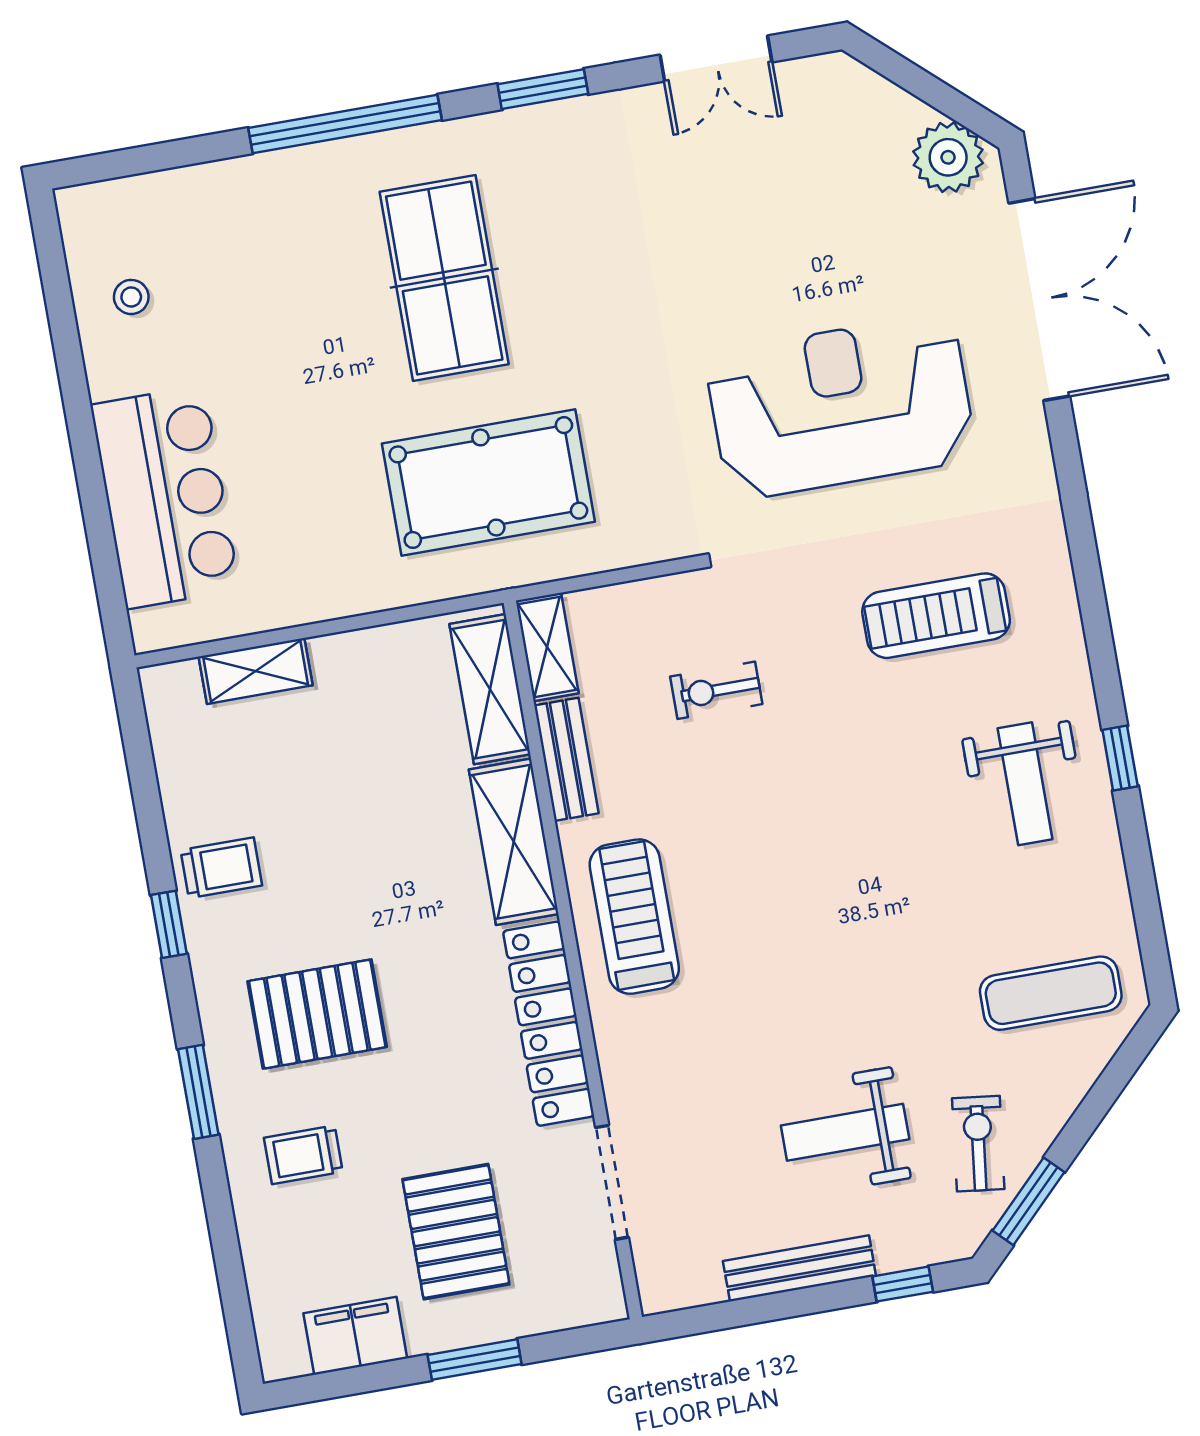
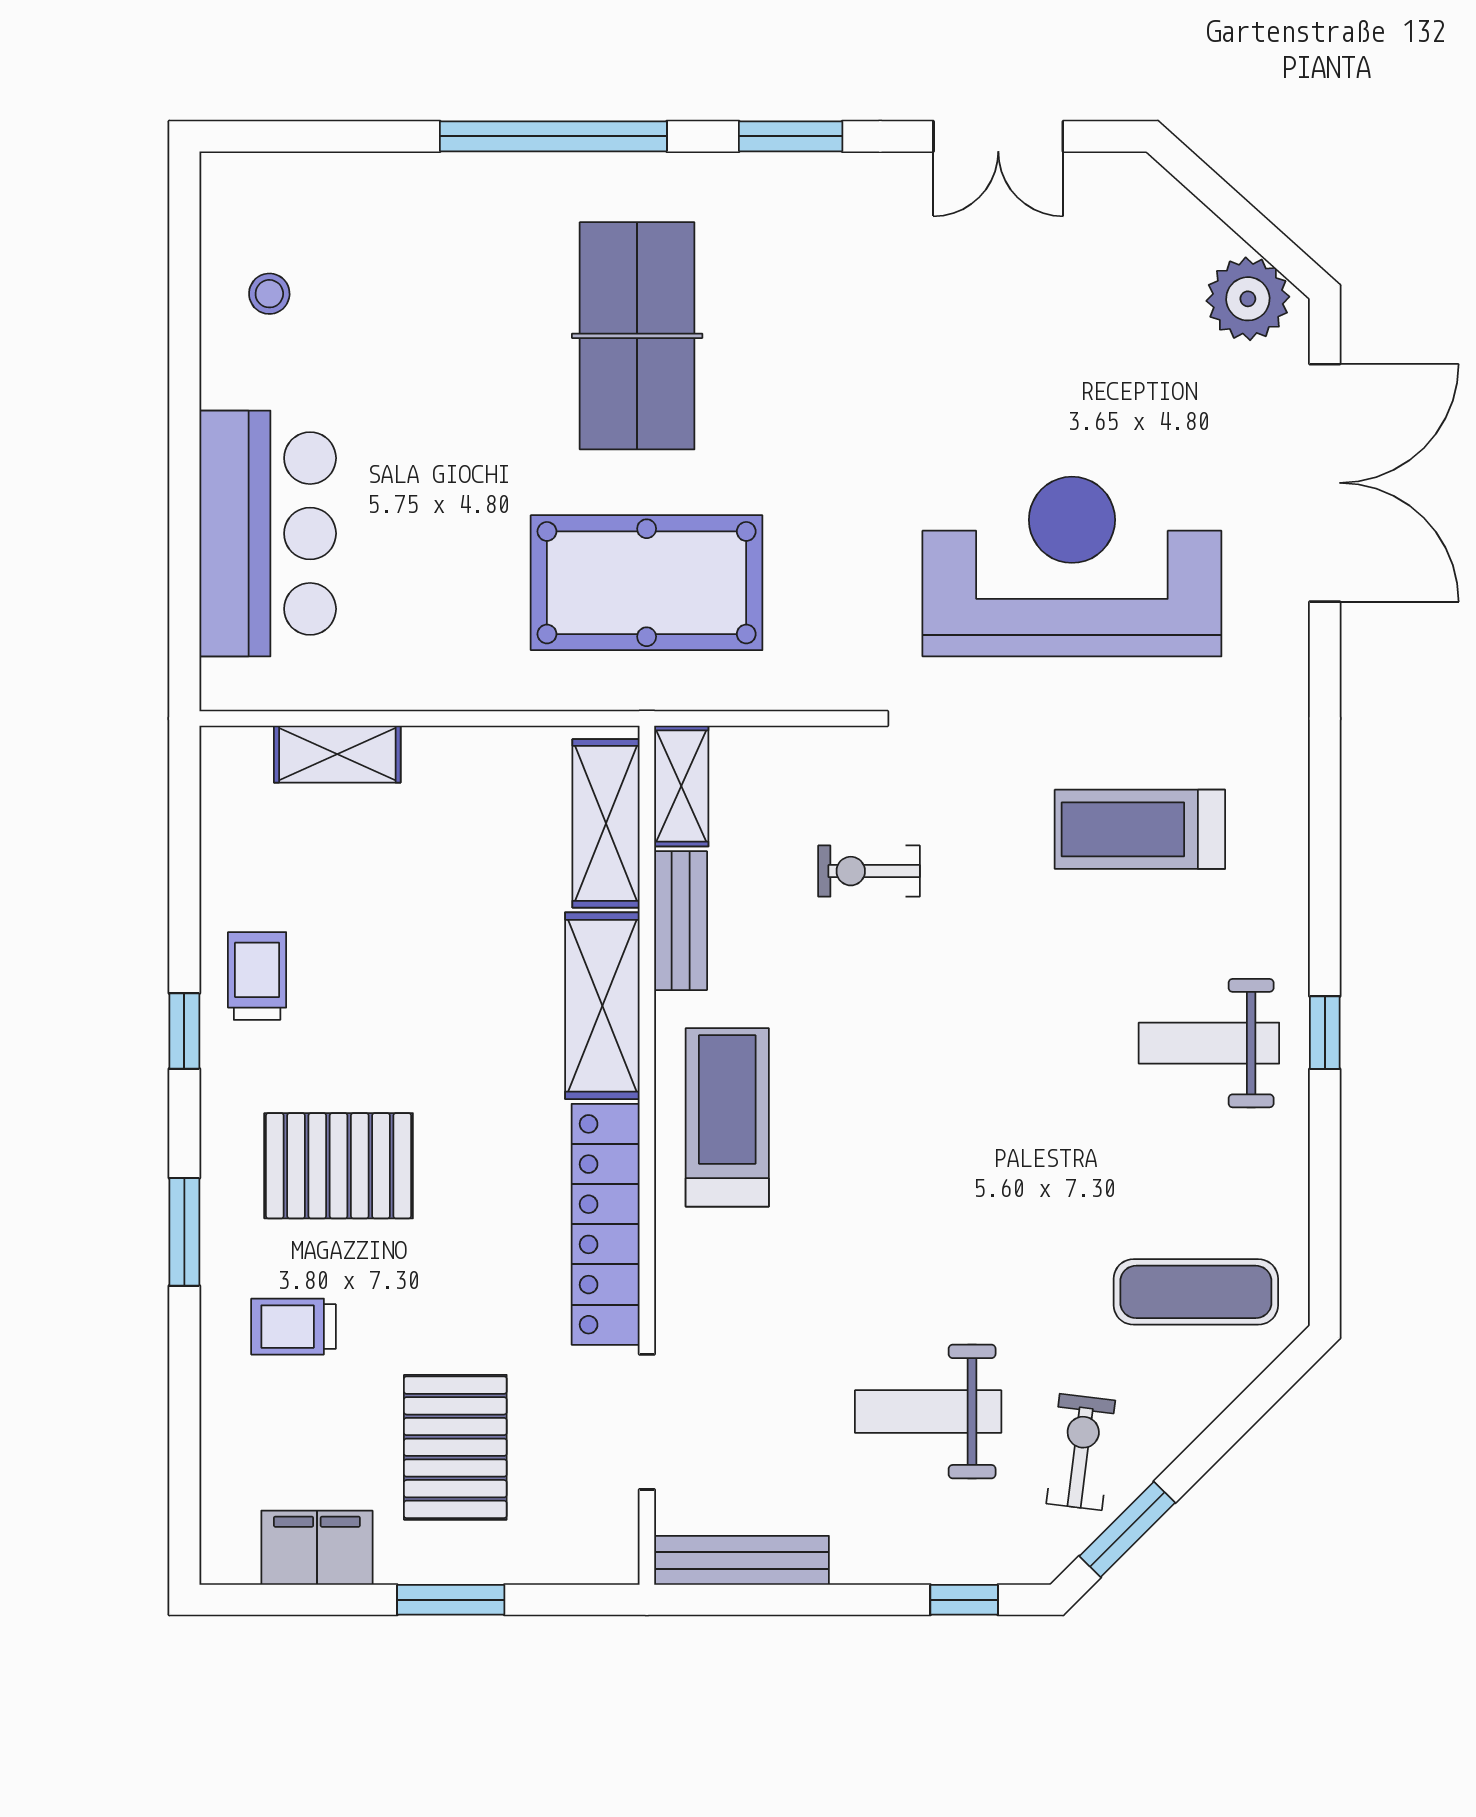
weight bench: (1025, 784) -> (1209, 1043), turned 90
trolley: (221, 868) -> (257, 976), turned -90
bench: (799, 1268) -> (742, 1560), moved

